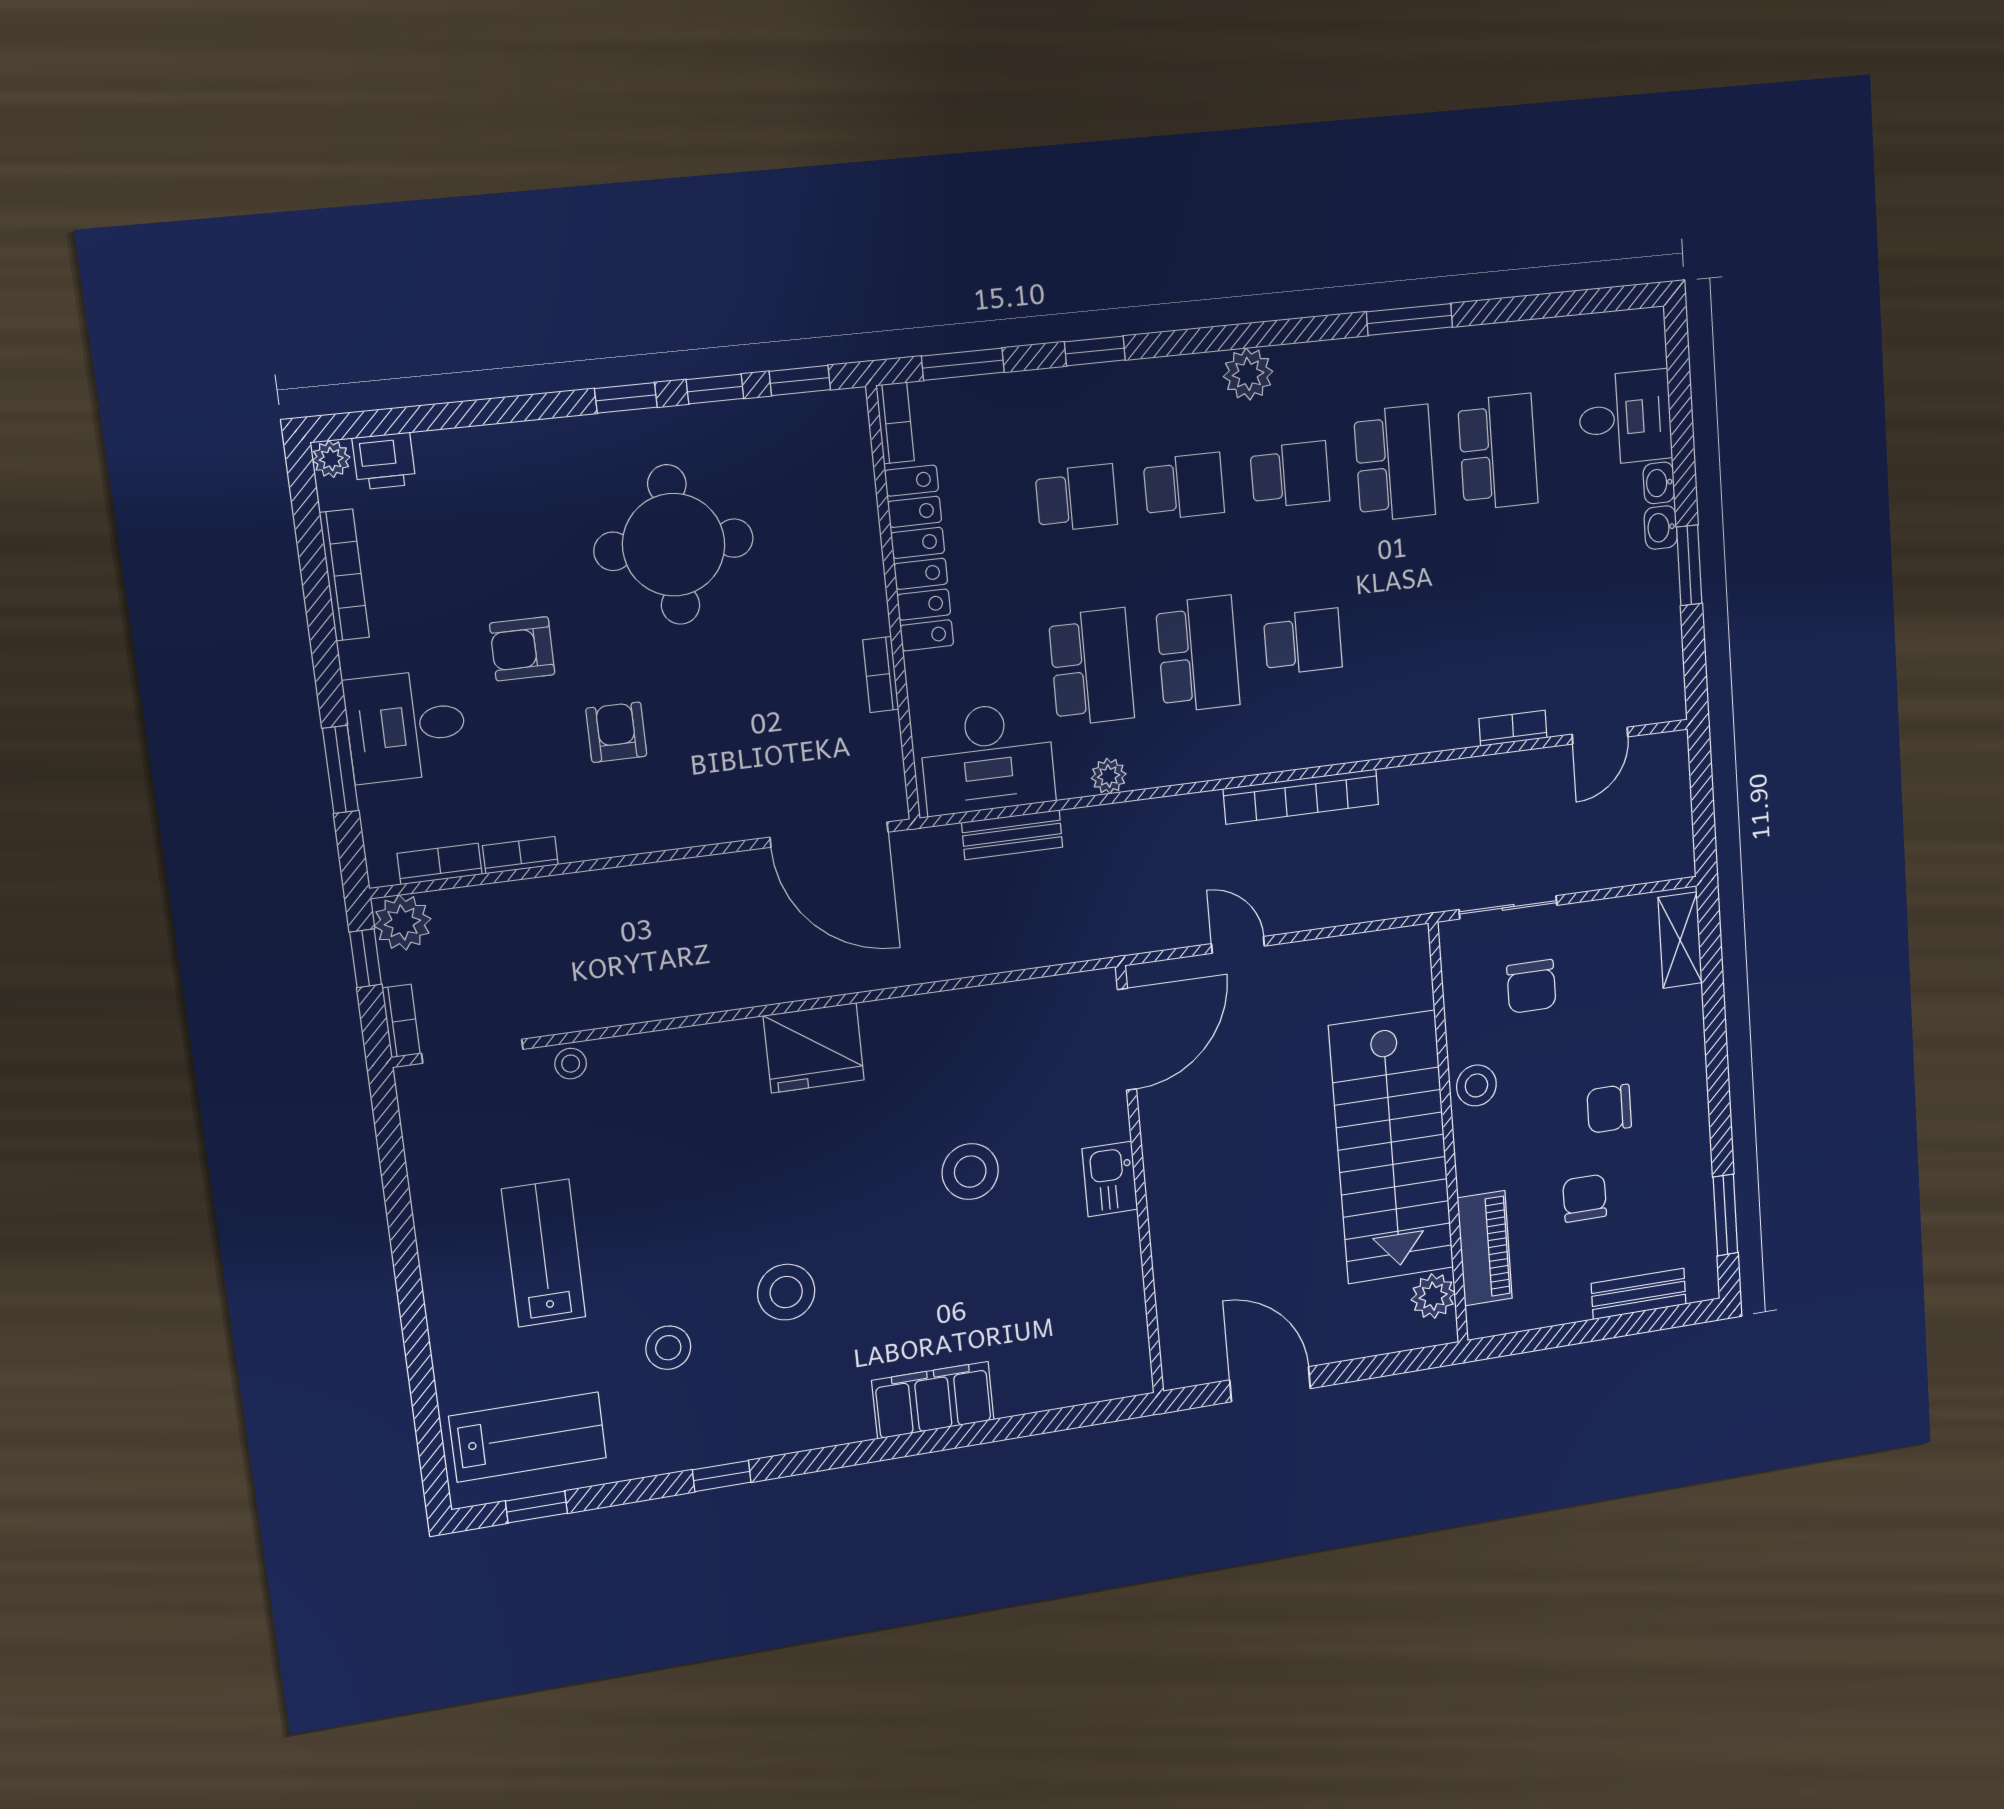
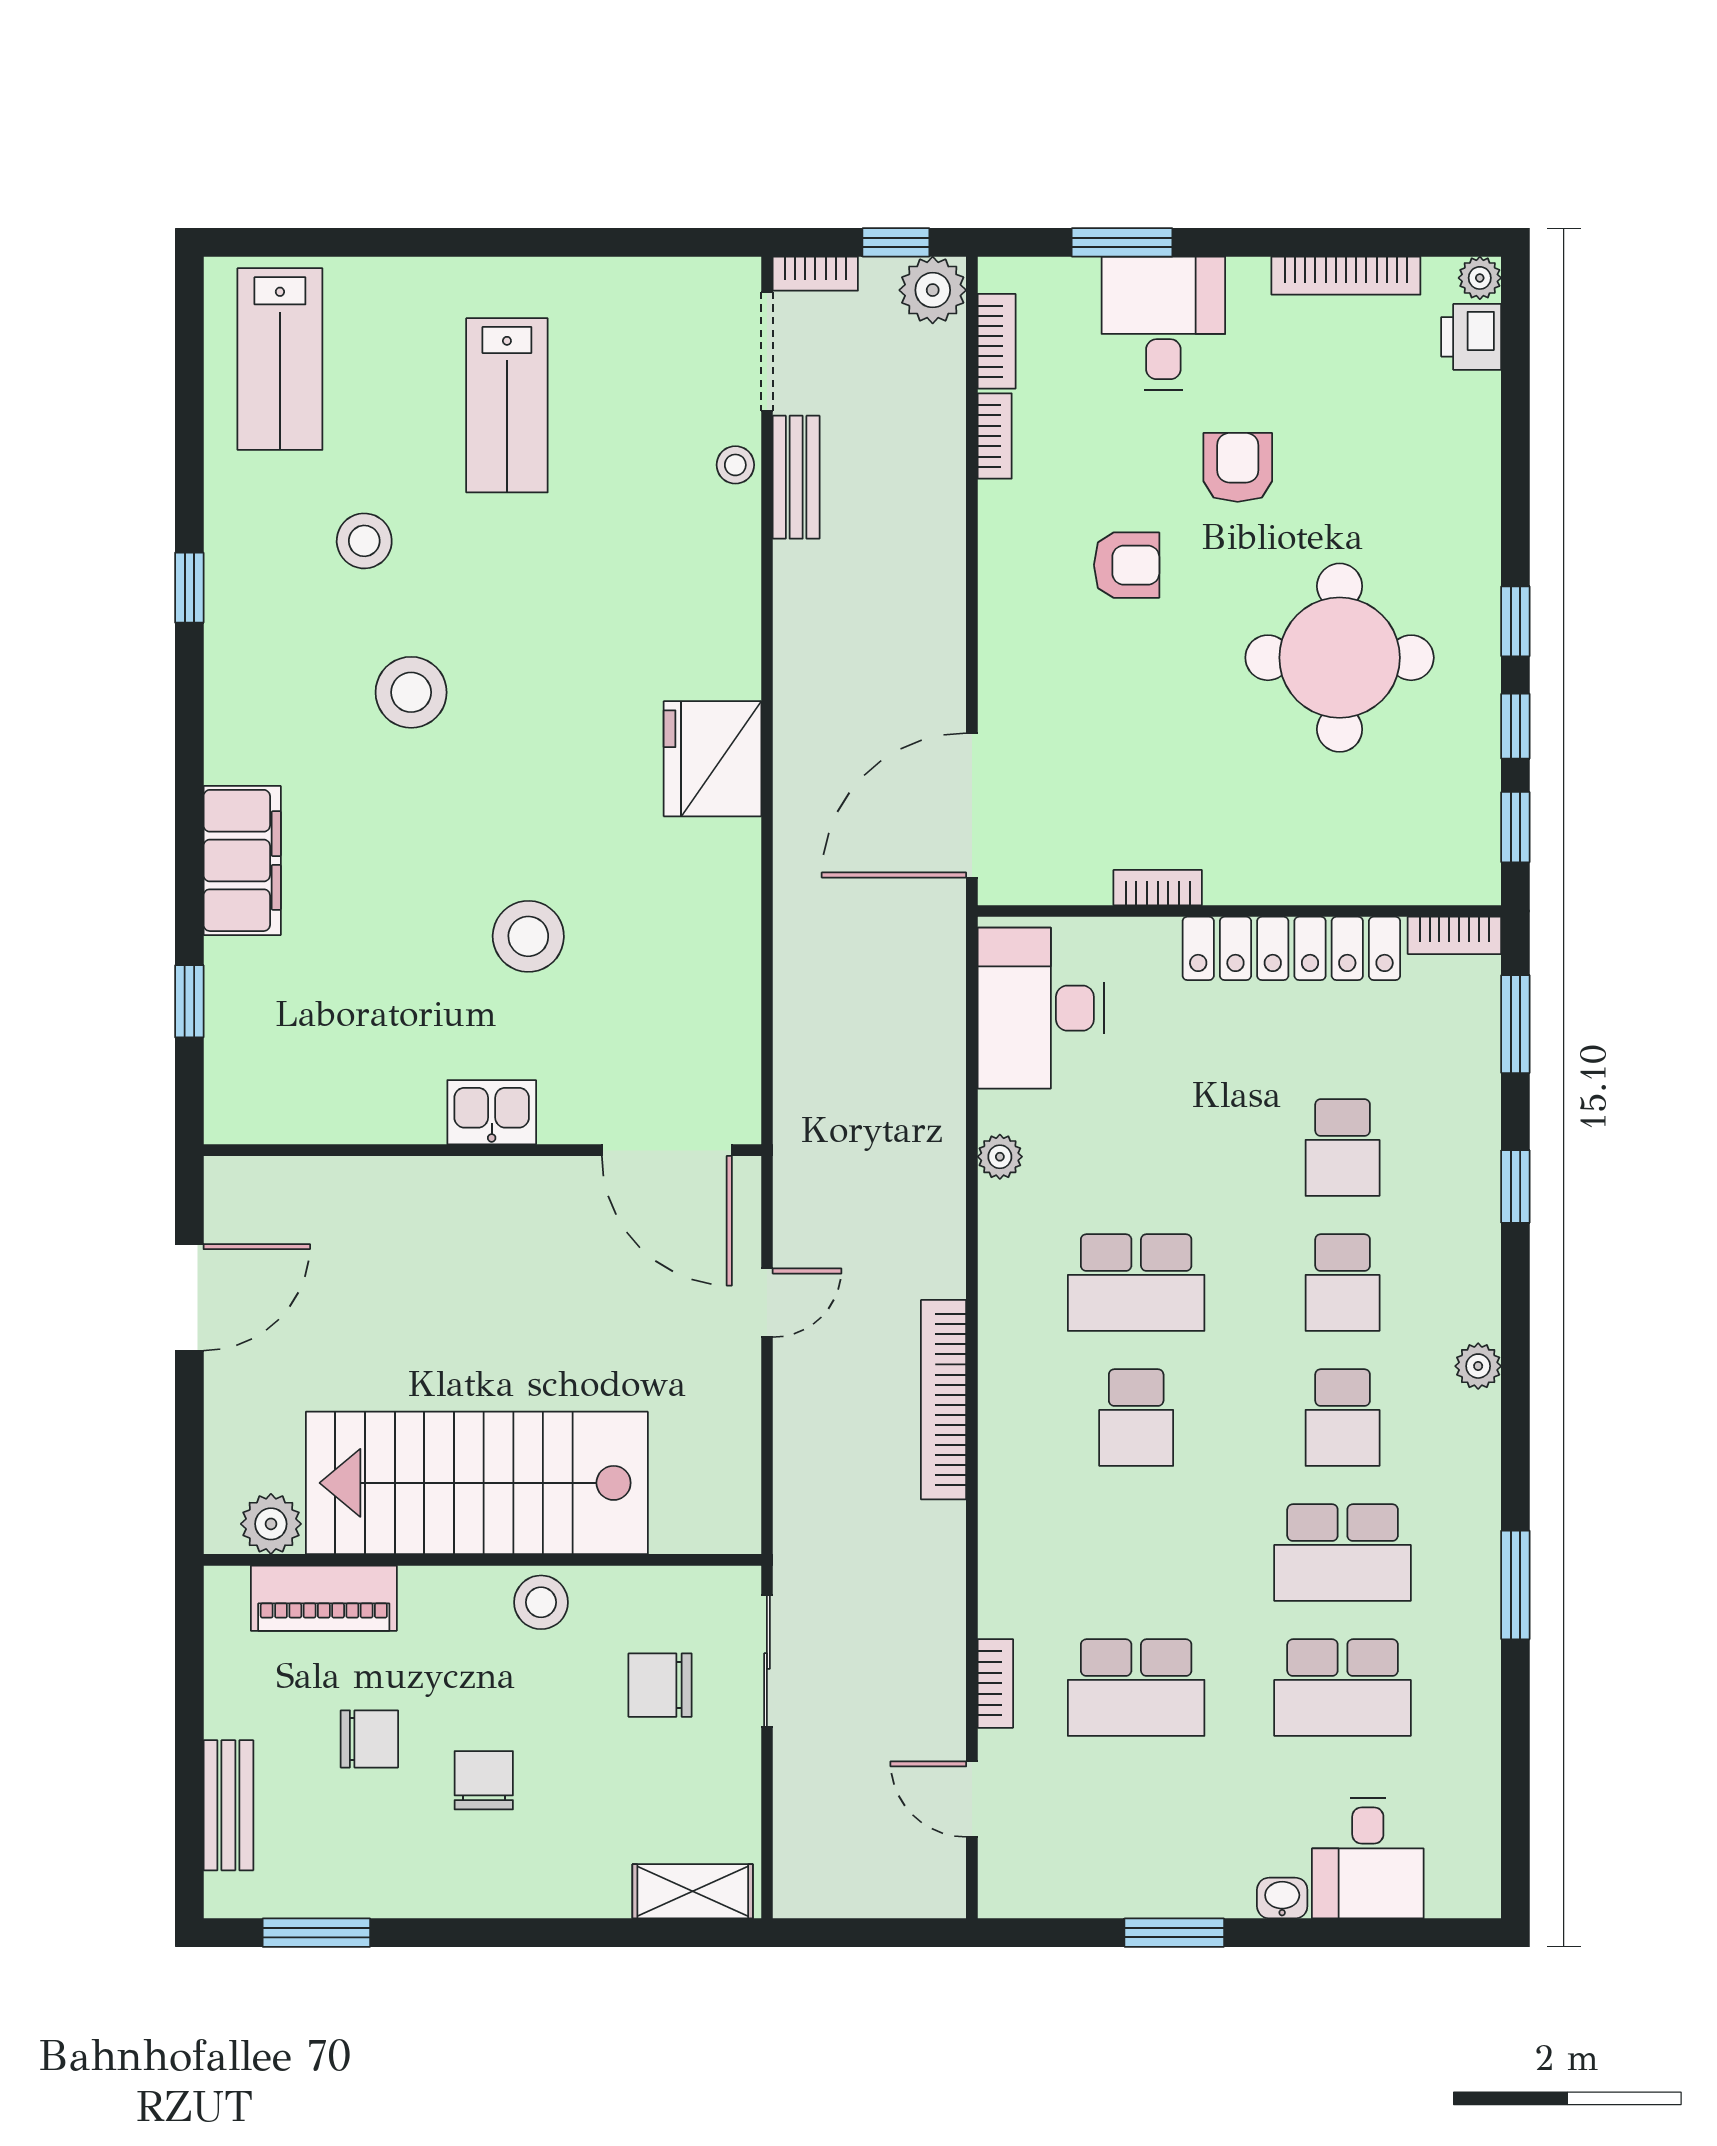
plant: (1248, 374) -> (1478, 1366), width x0.73, depth x0.73
washbasin: (1661, 527) -> (1226, 1897), removed
school desk: (1091, 667) -> (1136, 1688), moved
bench: (1012, 835) -> (796, 477), moved
lab bench: (544, 1253) -> (507, 405), turned 90
window: (536, 1507) -> (189, 1001), moved

